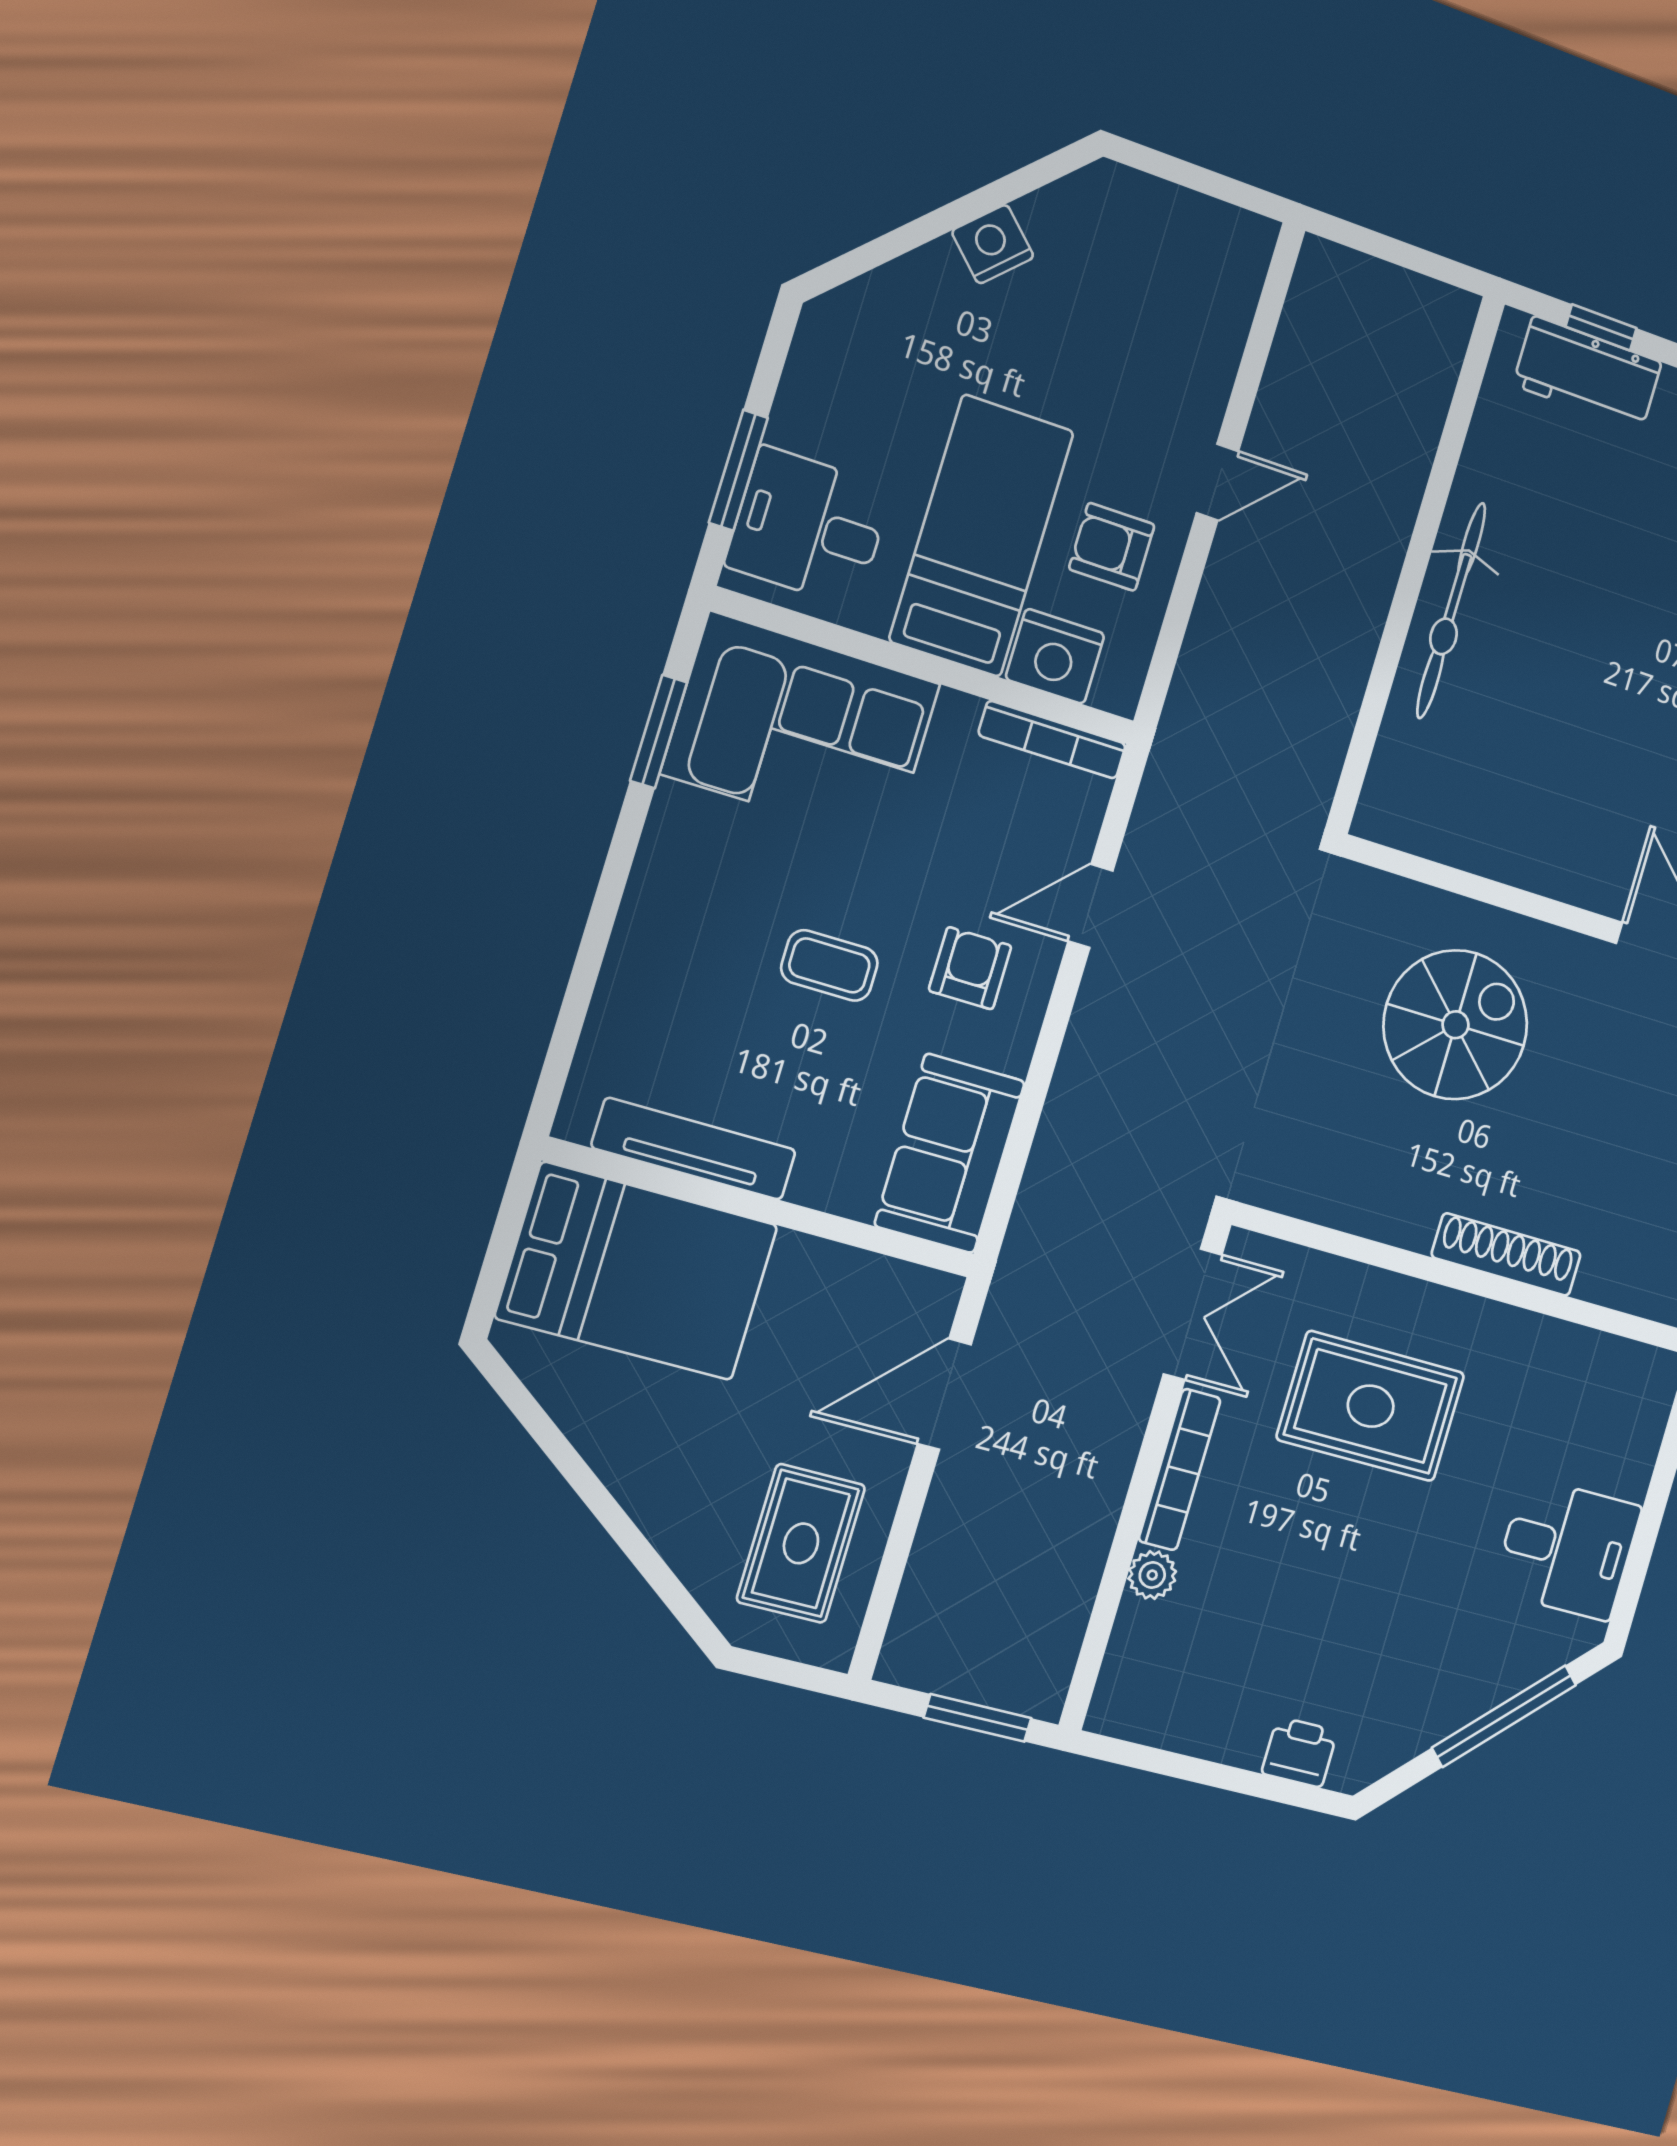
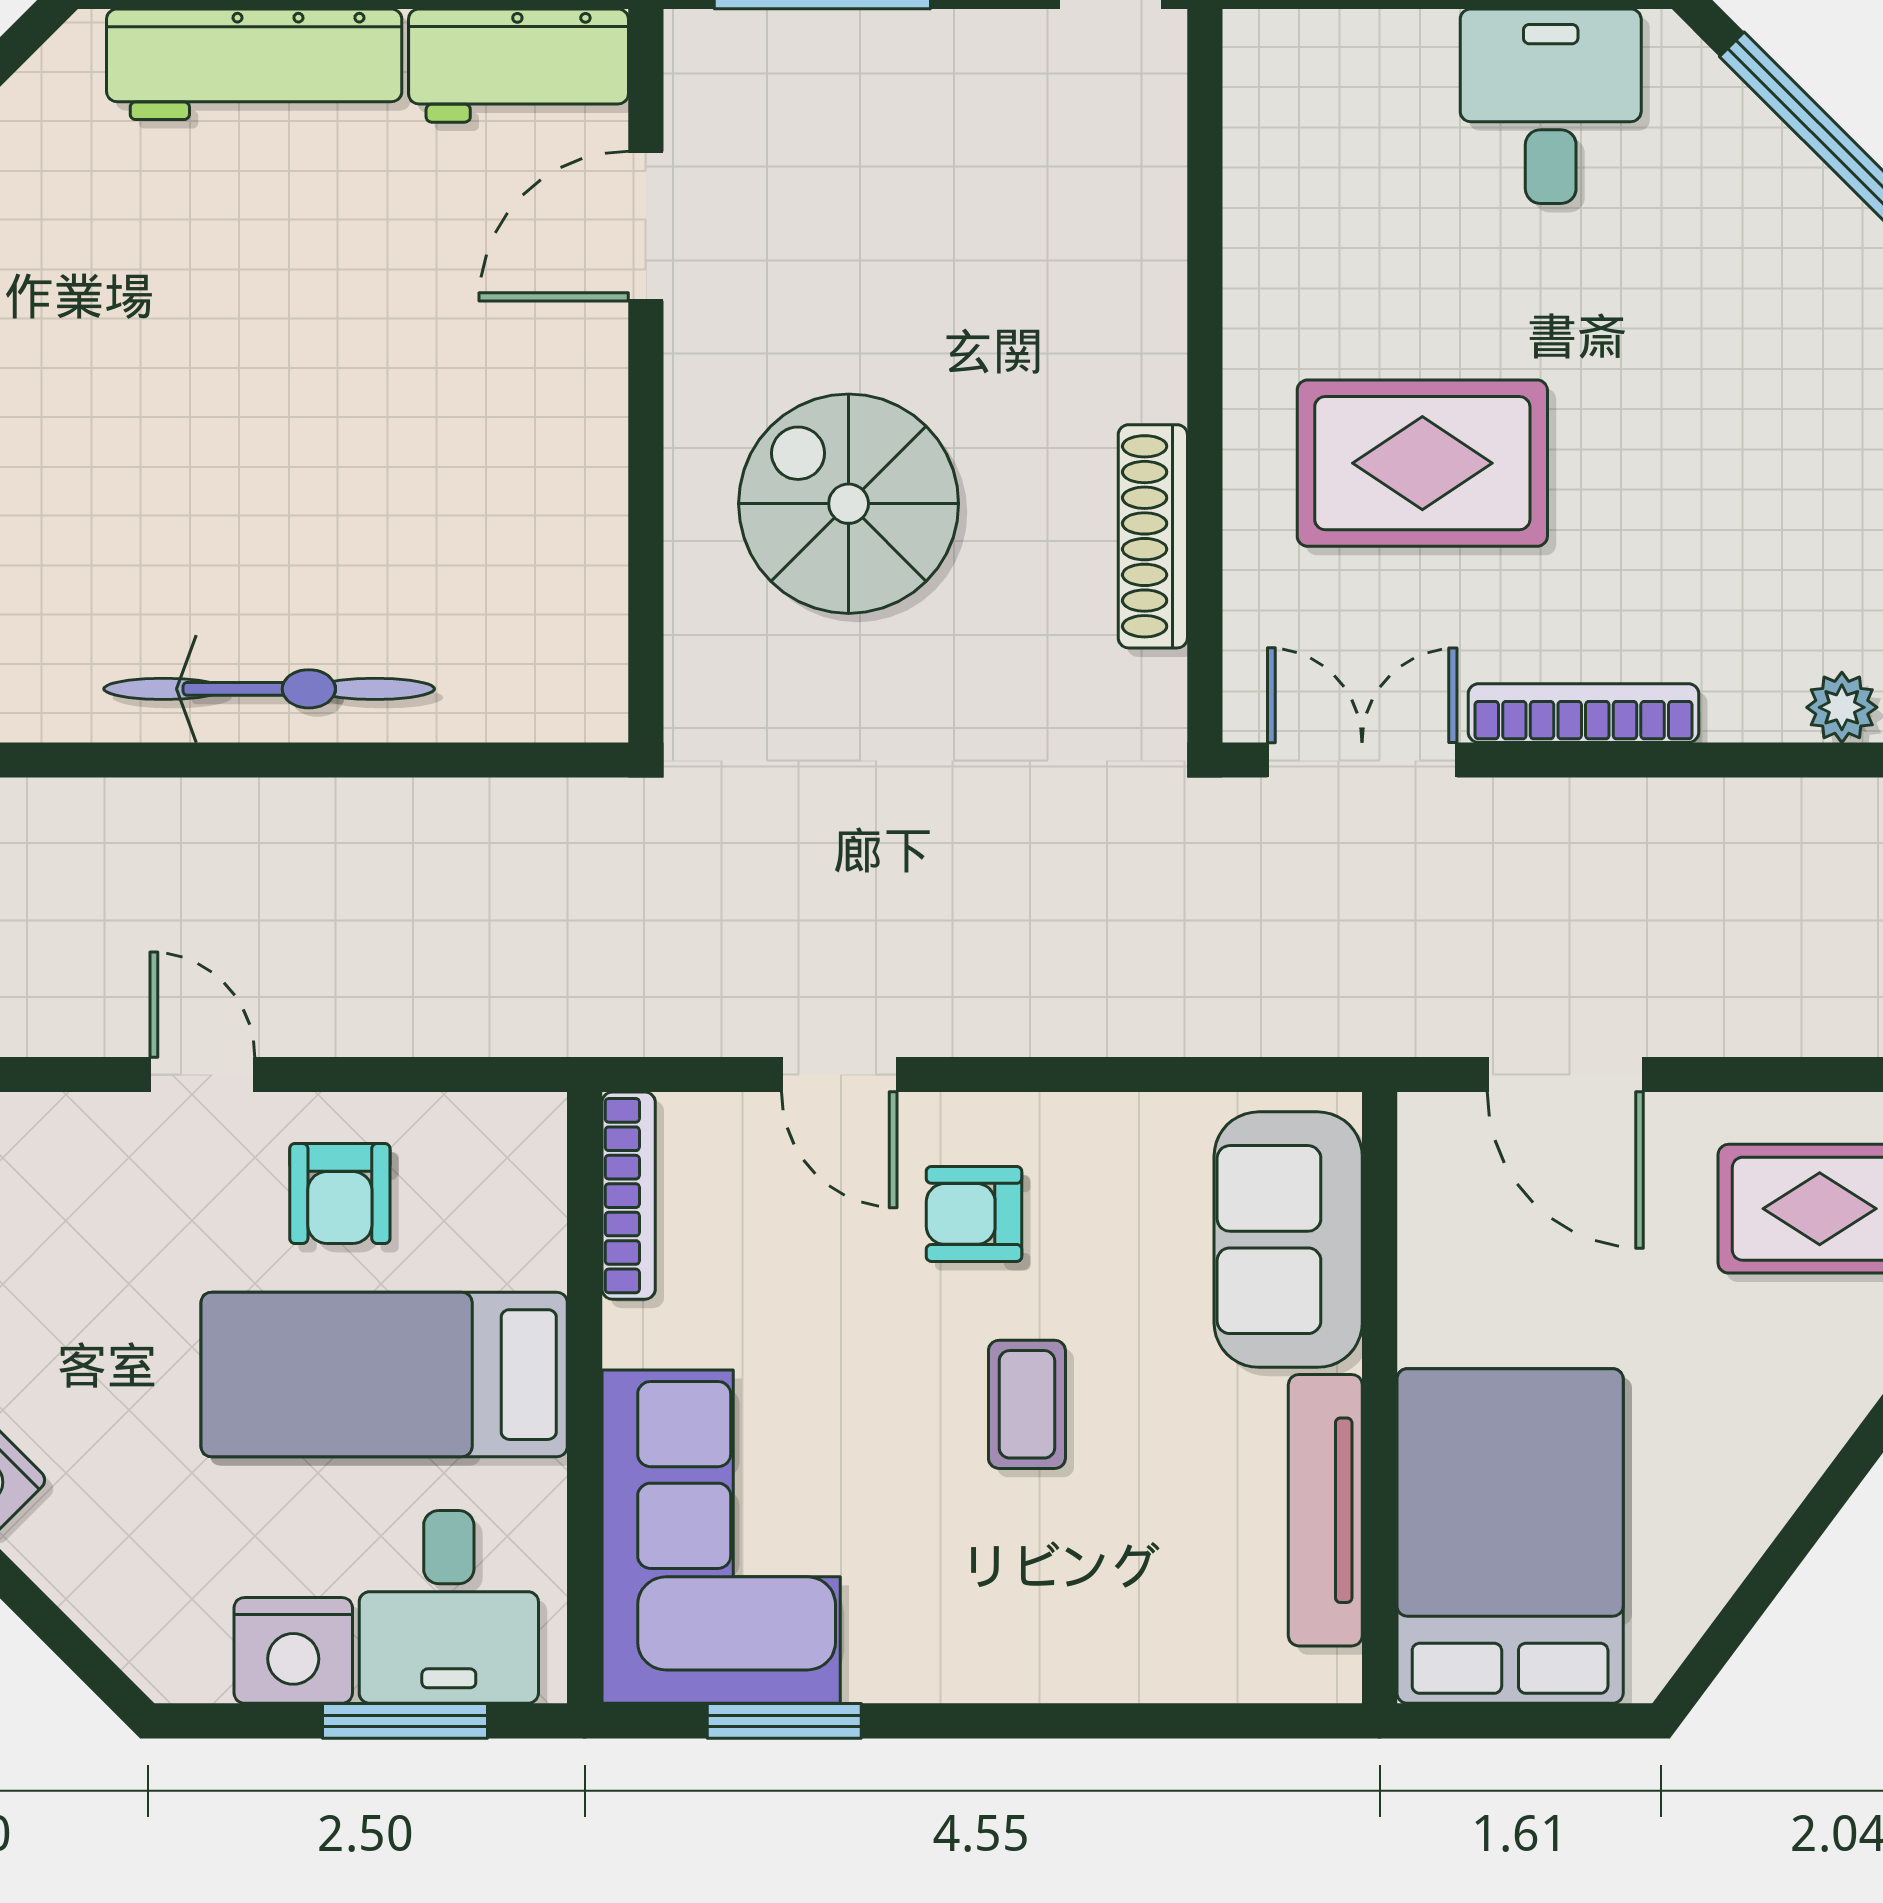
nightstand: (1055, 656) -> (293, 1650), moved, turned 90
sofa: (950, 1153) -> (1288, 1240), moved, turned 90
shoe rack: (1506, 1255) -> (1153, 536), moved
rug: (1371, 1406) -> (1422, 463), turned 90
plant: (1152, 1575) -> (1842, 707), moved

